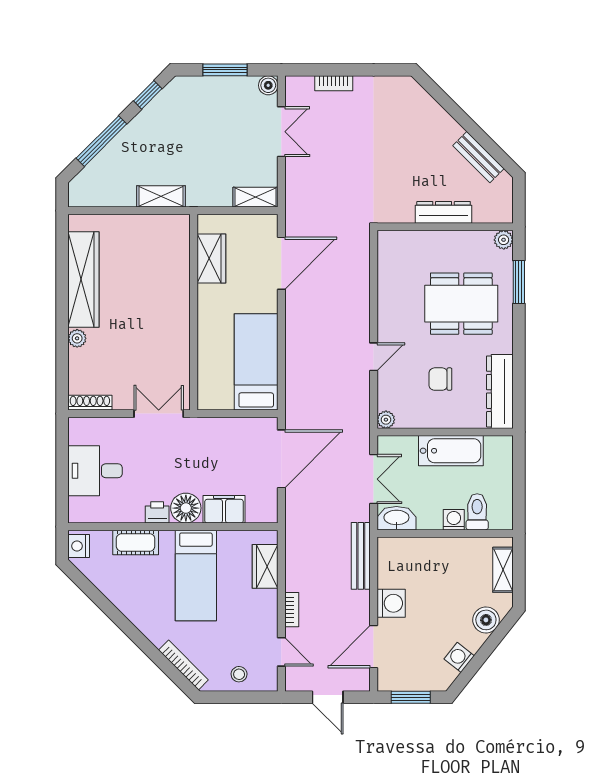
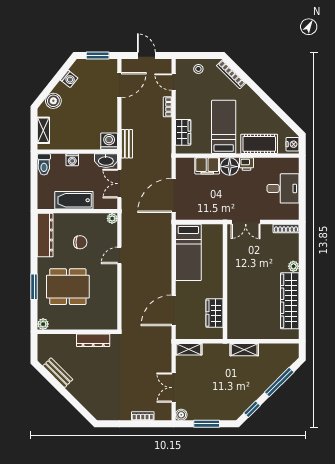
dresser: (444, 212) -> (93, 340), moved
window: (519, 282) -> (34, 287), moved
toilet: (477, 512) -> (44, 164), moved
cot: (136, 542) -> (259, 144), width x1.37, depth x1.34
bench: (361, 556) -> (127, 144), width x0.73
washing machine: (391, 603) -> (109, 141), moved, turned 90

